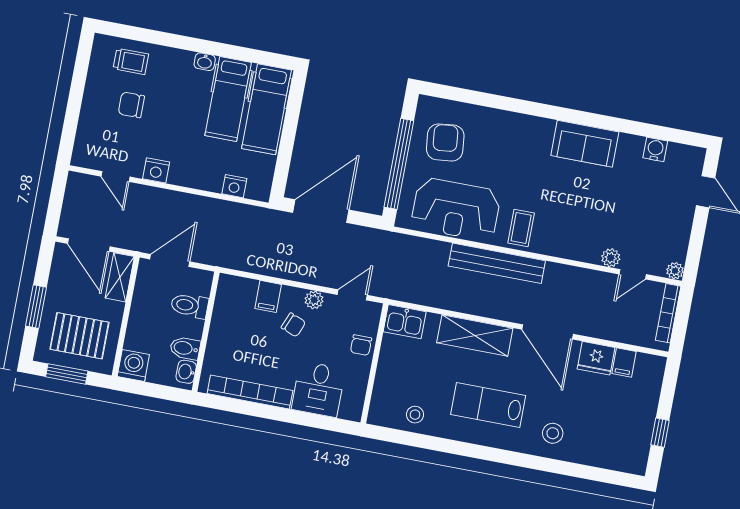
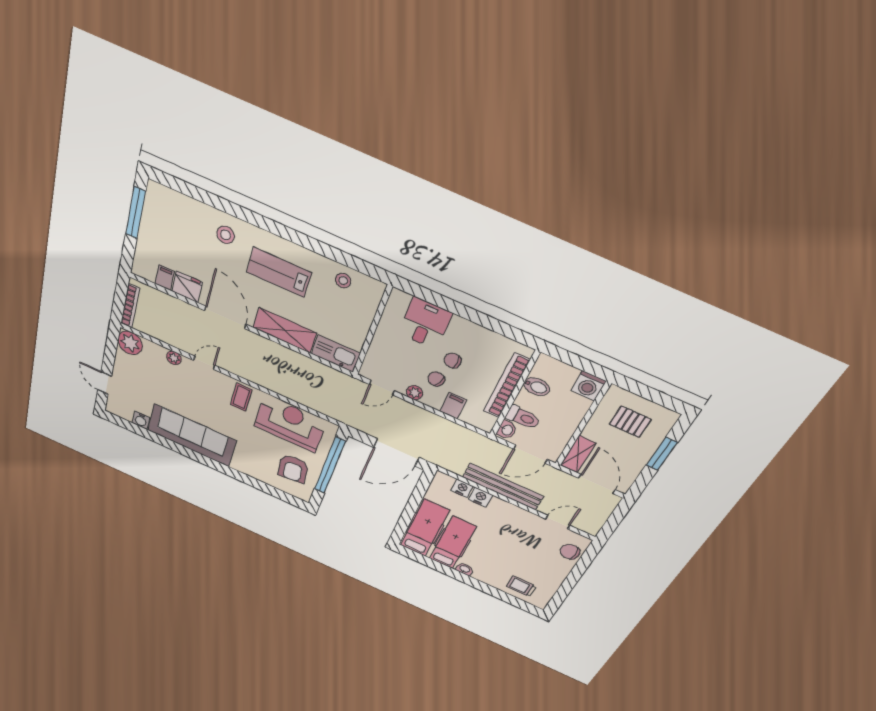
chair: (131, 105) -> (570, 552), moved, turned 180
sofa: (585, 144) -> (192, 435), width x1.85, depth x1.27
nightstand: (156, 170) -> (480, 497), moved
door: (116, 177) -> (558, 522), hinge flipped
bench: (497, 263) -> (503, 487), moved
plant: (675, 271) -> (130, 343), width x1.87, depth x1.87
door: (633, 274) -> (204, 363), moved
kitchen sink: (405, 322) -> (336, 354), width x1.38
pallet: (79, 336) -> (630, 422), width x0.67, depth x0.71
chair: (361, 345) -> (453, 361), moved, turned -90
washbasin: (186, 372) -> (507, 430), moved
window: (67, 374) -> (654, 396), removed
bookcase: (250, 392) -> (506, 386), moved, turned 90
lab bench: (488, 405) -> (279, 272), turned 180
window: (660, 433) -> (136, 213), width x2.17

